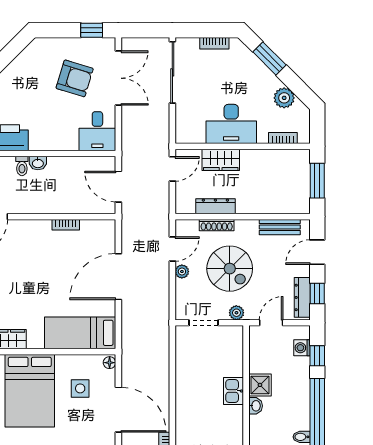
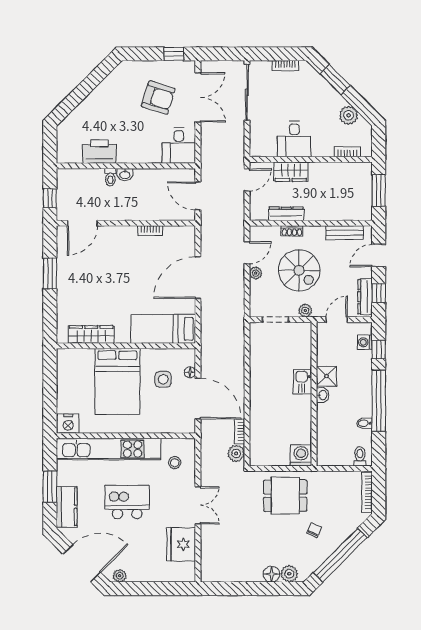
desk: (231, 124) -> (294, 139), width x0.73
shoe rack: (217, 225) -> (292, 231), width x0.70
floor lamp: (110, 363) -> (190, 372), moved

